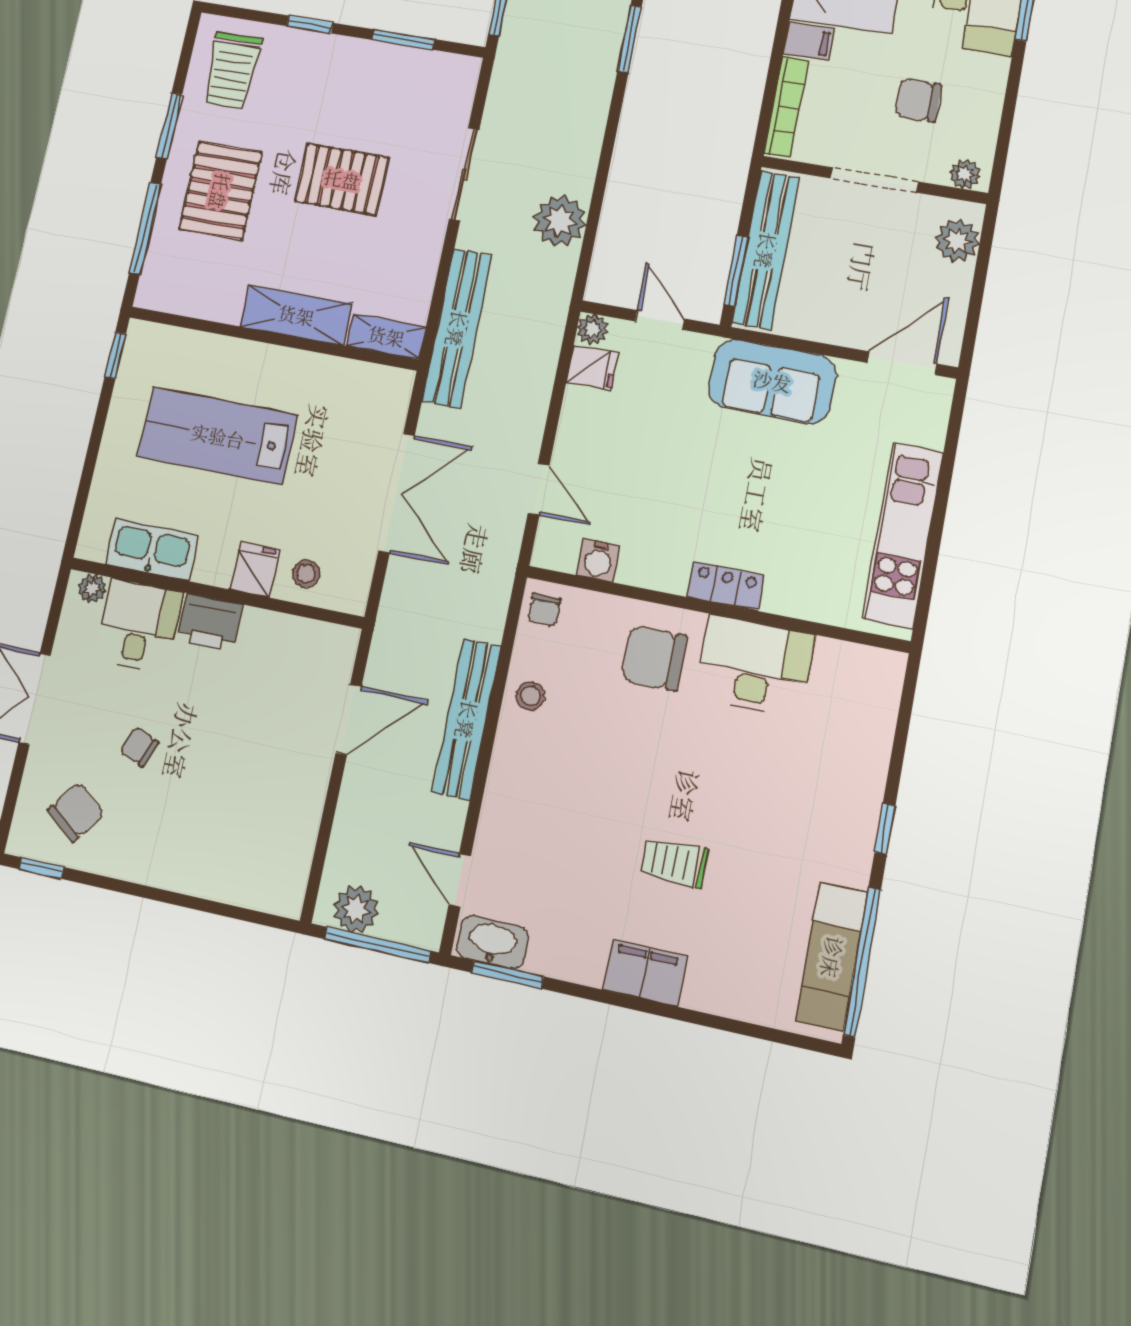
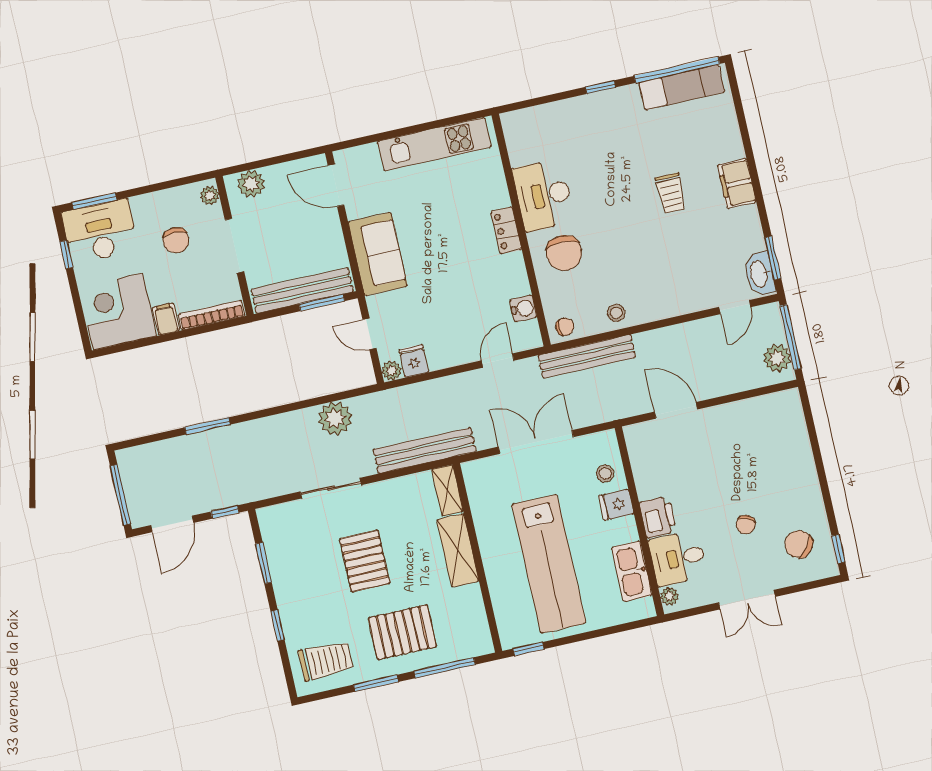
door: (660, 320) -> (369, 334), hinge flipped
lab bench: (218, 436) -> (549, 564), width x1.36
bench: (467, 719) -> (587, 356), moved

